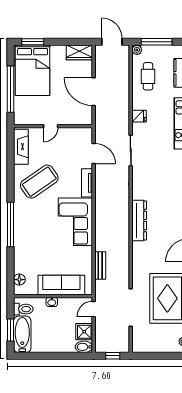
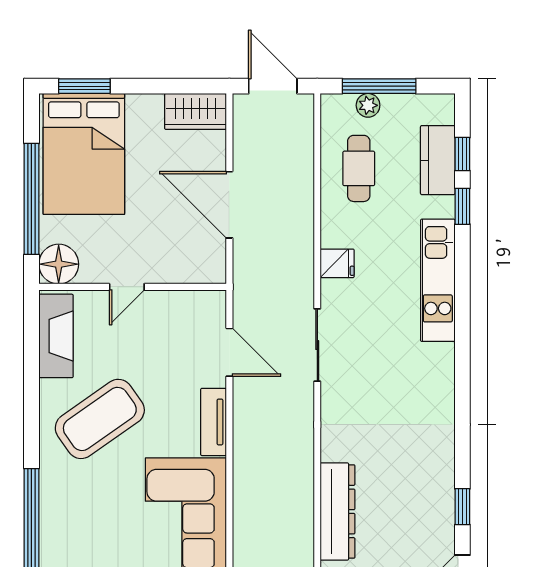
plant: (137, 50) -> (368, 105), moved
floor lamp: (22, 117) -> (59, 264), added

